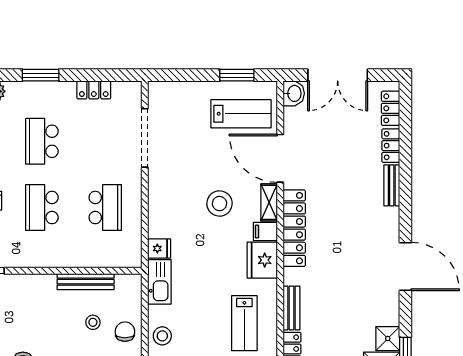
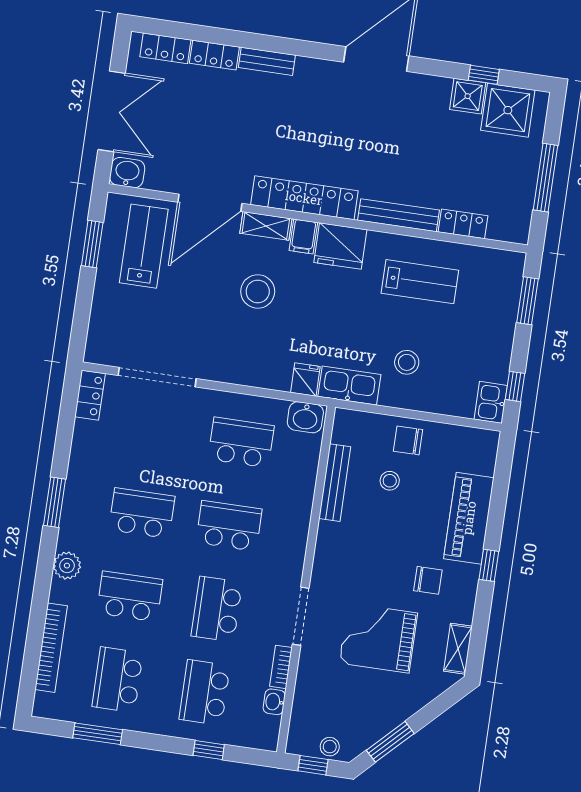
locker: (94, 90) -> (90, 395), moved
school desk: (42, 141) -> (142, 513), turned 180
school desk: (42, 207) -> (229, 526), turned 180
washbasin: (131, 253) -> (305, 417), added
bench: (292, 308) -> (399, 215), width x1.36
stool: (162, 336) -> (407, 362), moved

